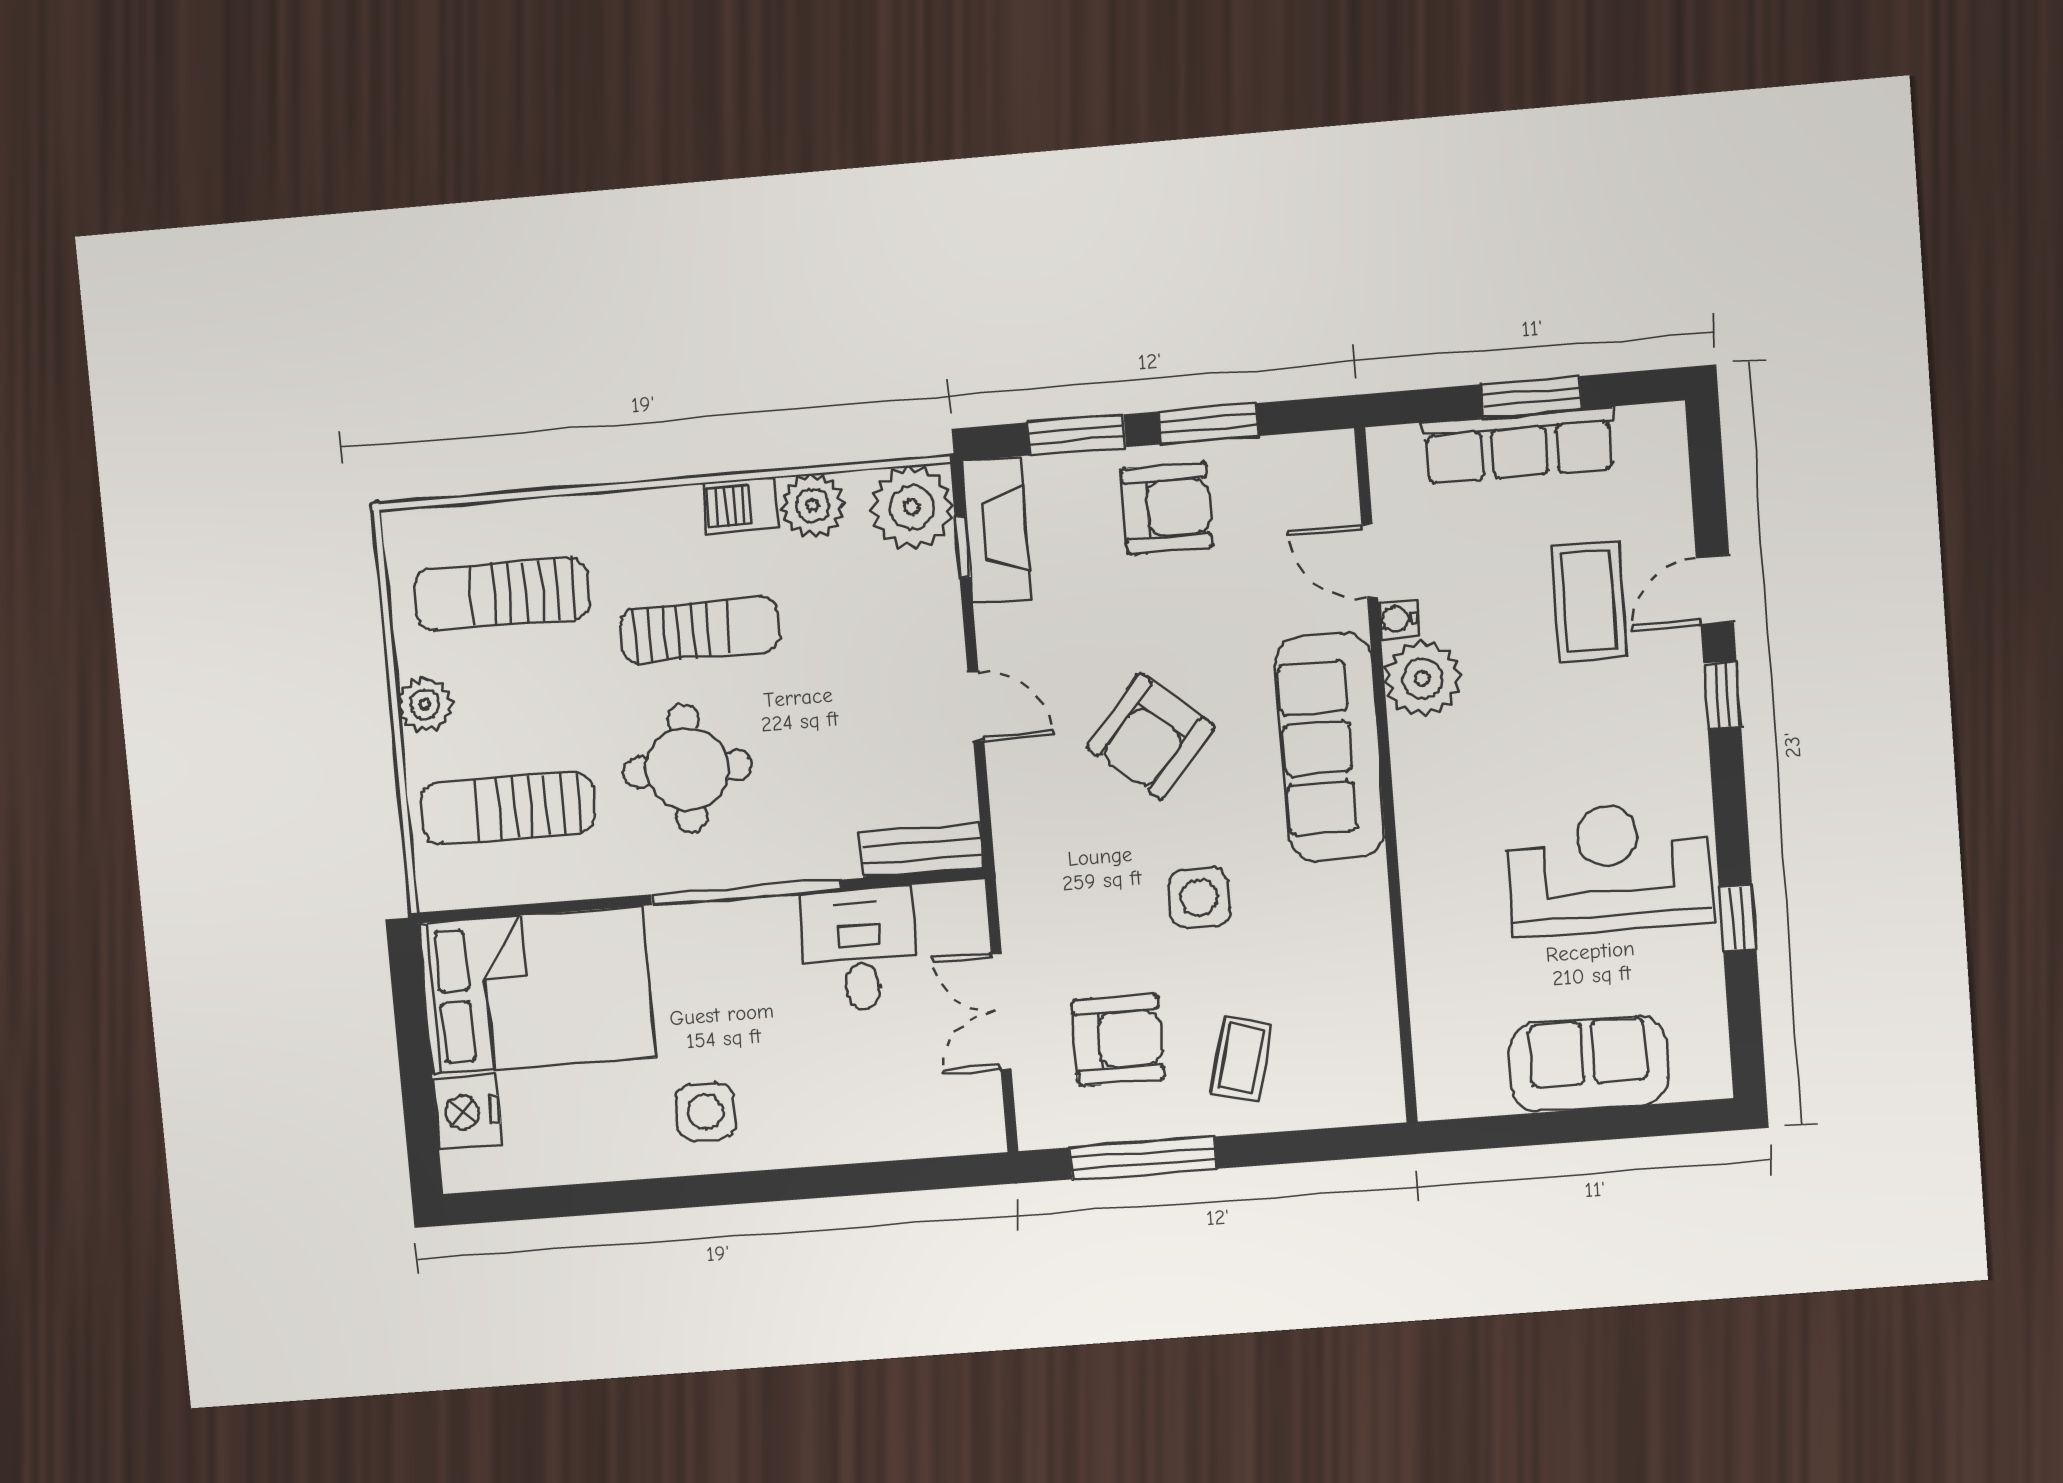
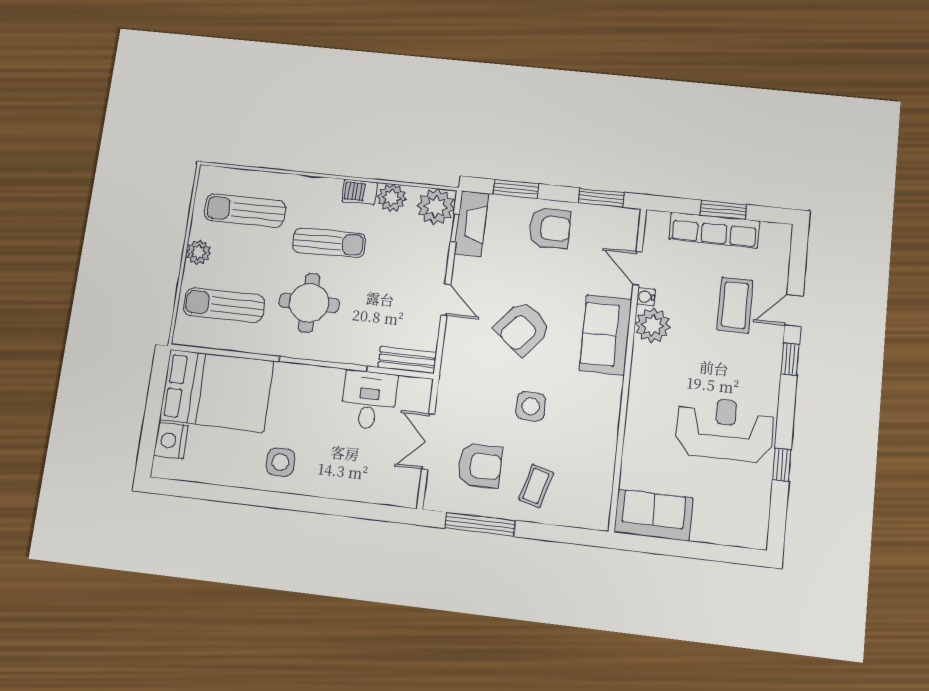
window: (1209, 424) -> (601, 198), moved
sofa: (1330, 747) -> (606, 335), width x0.73
sofa: (1588, 1064) -> (653, 515), moved

